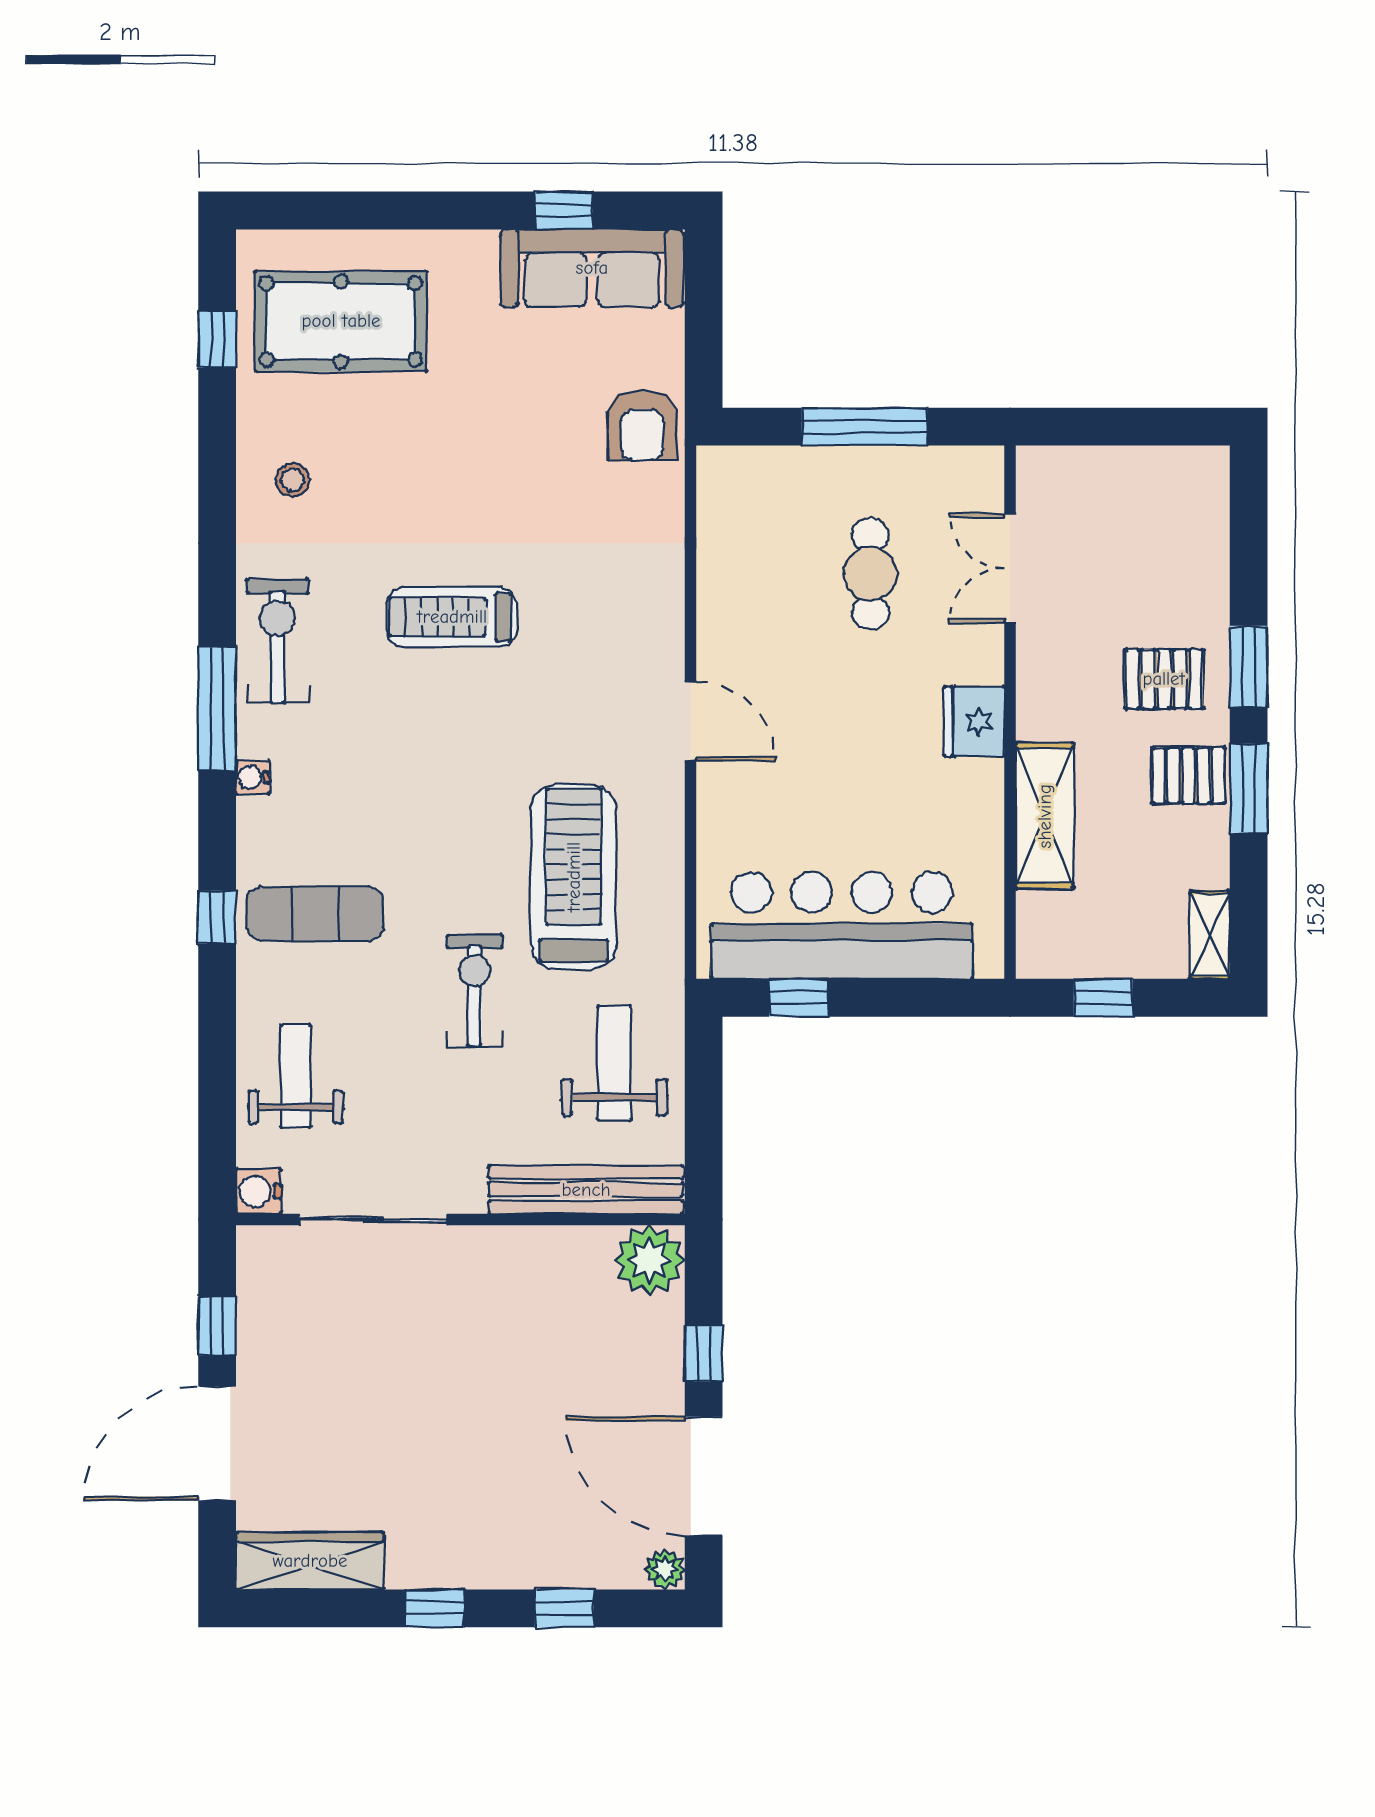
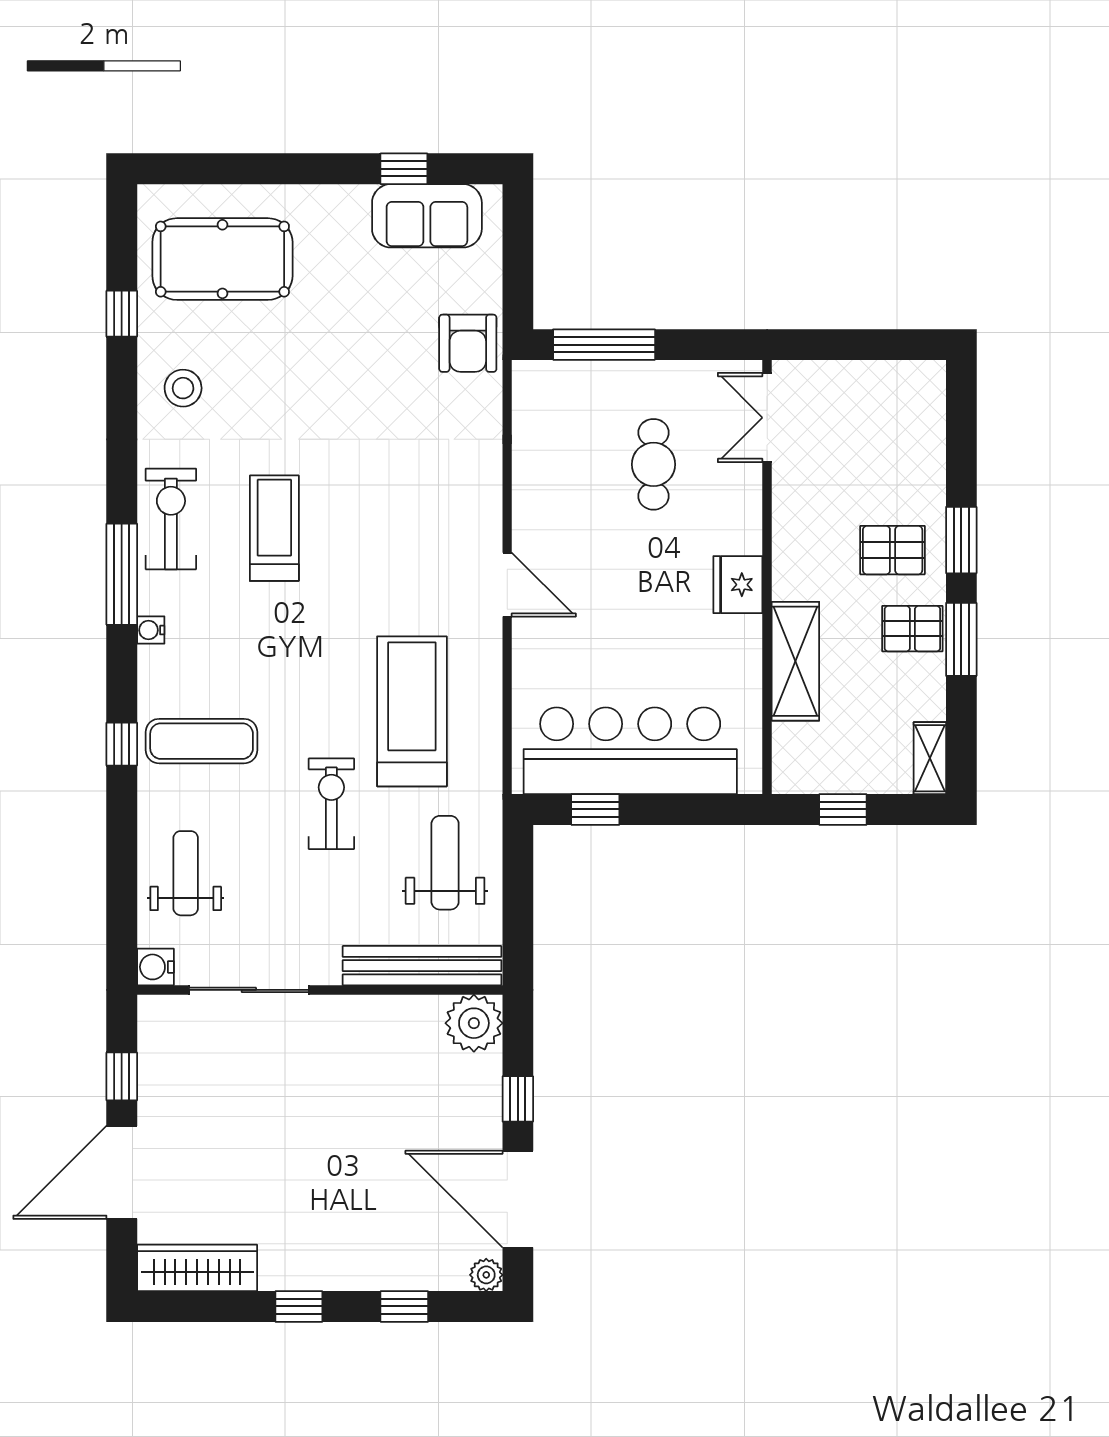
sofa: (592, 268) -> (427, 216), width x0.73
window: (217, 340) -> (122, 314), moved
window: (865, 427) -> (604, 345), moved
stool: (292, 480) -> (183, 388), width x1.37, depth x1.37
double door: (1010, 568) -> (767, 418), moved
treadmill: (452, 617) -> (274, 528), moved, turned 90

